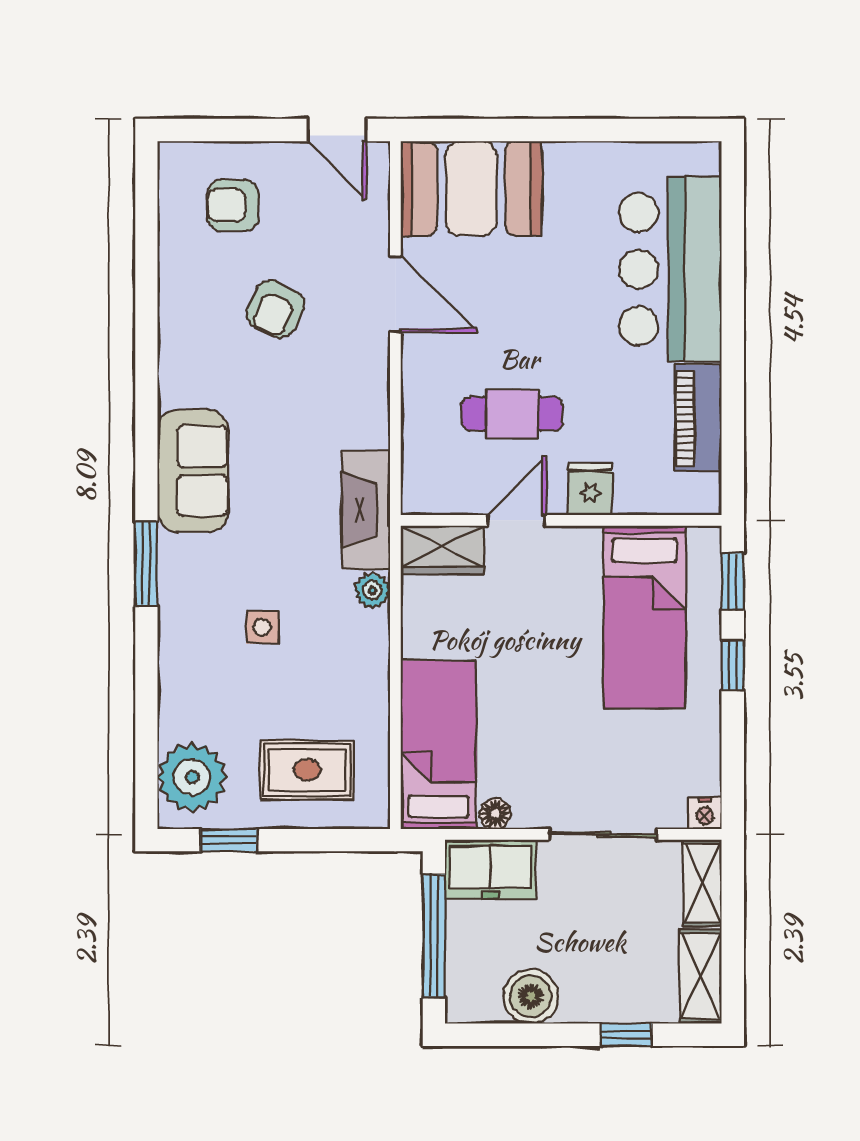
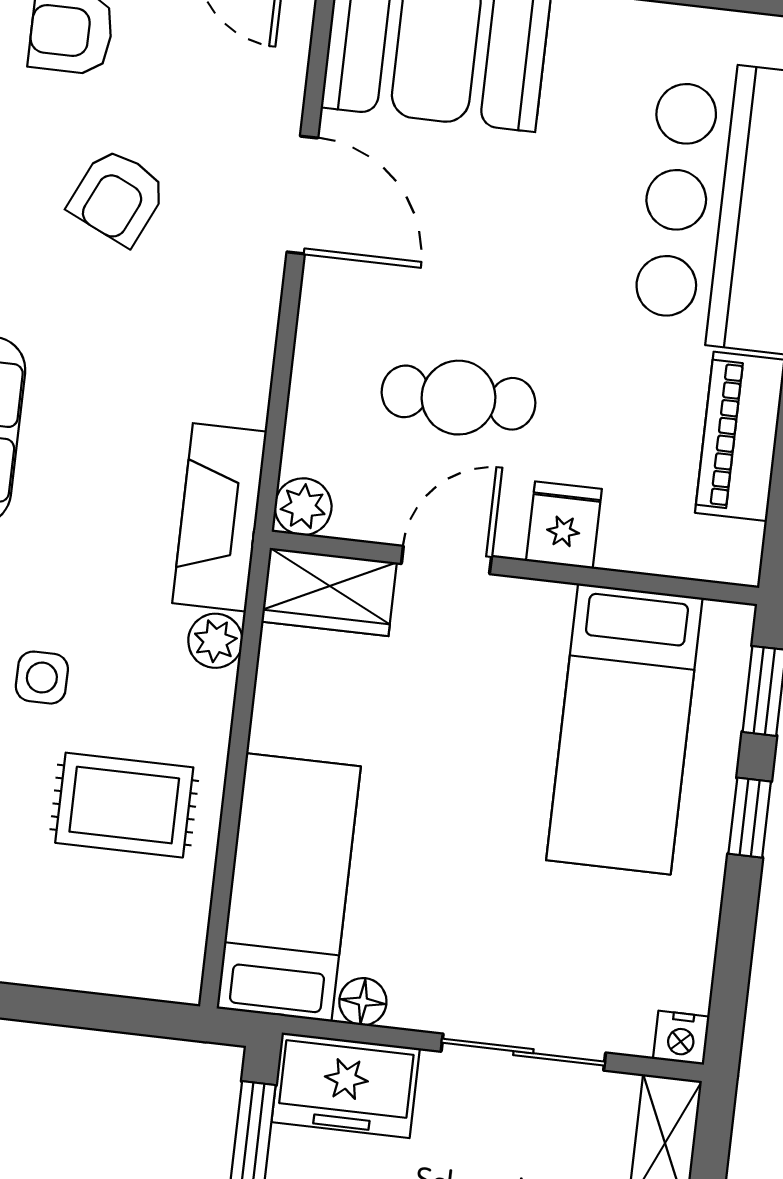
plant: (419, 497) -> (303, 507), added
rug: (307, 770) -> (124, 805), moved

